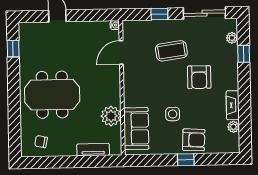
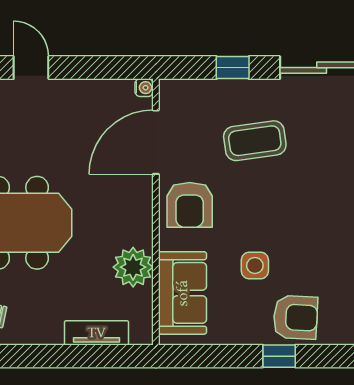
door: (121, 53) -> (156, 142), width x1.36
armchair: (199, 77) -> (190, 205), moved

